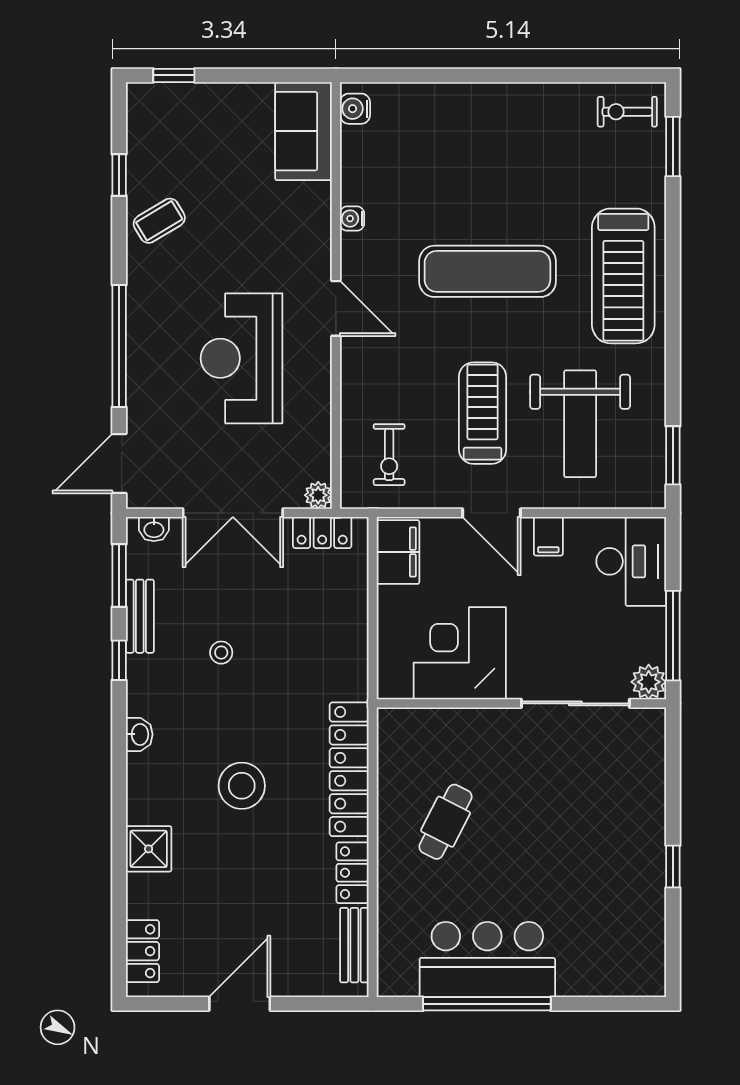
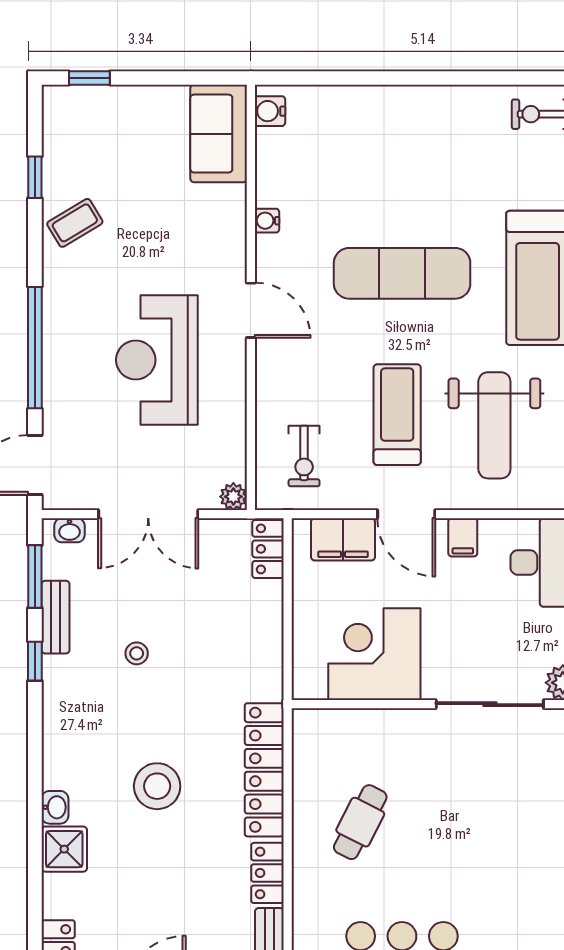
locker: (322, 532) -> (268, 549), moved, turned 90
filing cabinet: (398, 552) -> (343, 539), moved, turned 90
washbasin: (139, 734) -> (55, 807), moved

